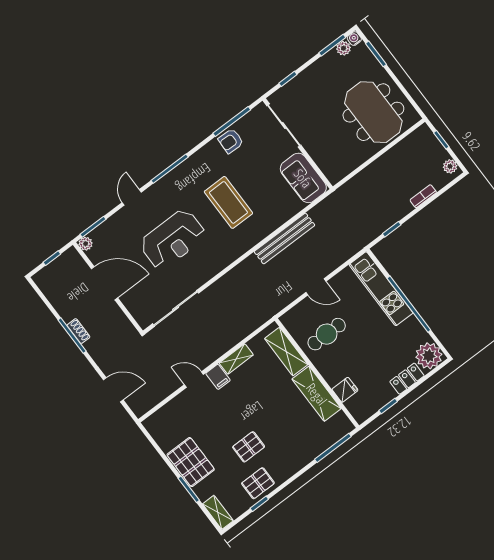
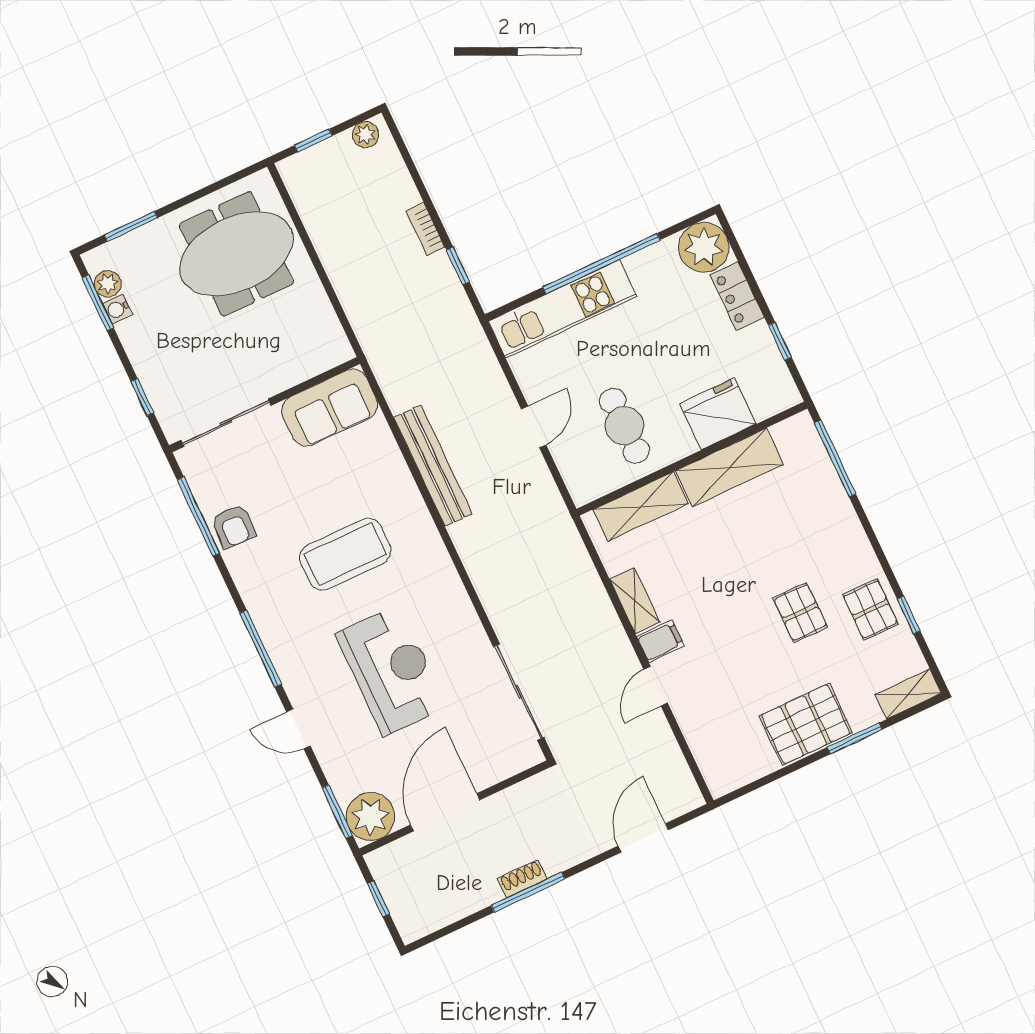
water cooler: (354, 39) -> (117, 309), moved
bookcase: (423, 196) -> (426, 229), moved
plant: (86, 244) -> (370, 817), width x1.88, depth x1.88
fridge: (345, 390) -> (718, 414), width x1.88, depth x1.34

